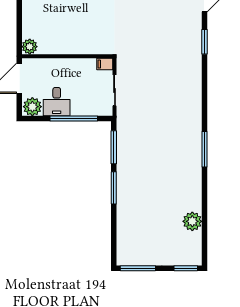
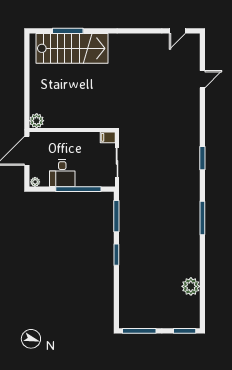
window: (204, 42) -> (202, 158), moved
plant: (32, 107) -> (35, 182), width x0.53, depth x0.53
window: (114, 188) -> (116, 255), width x0.69

